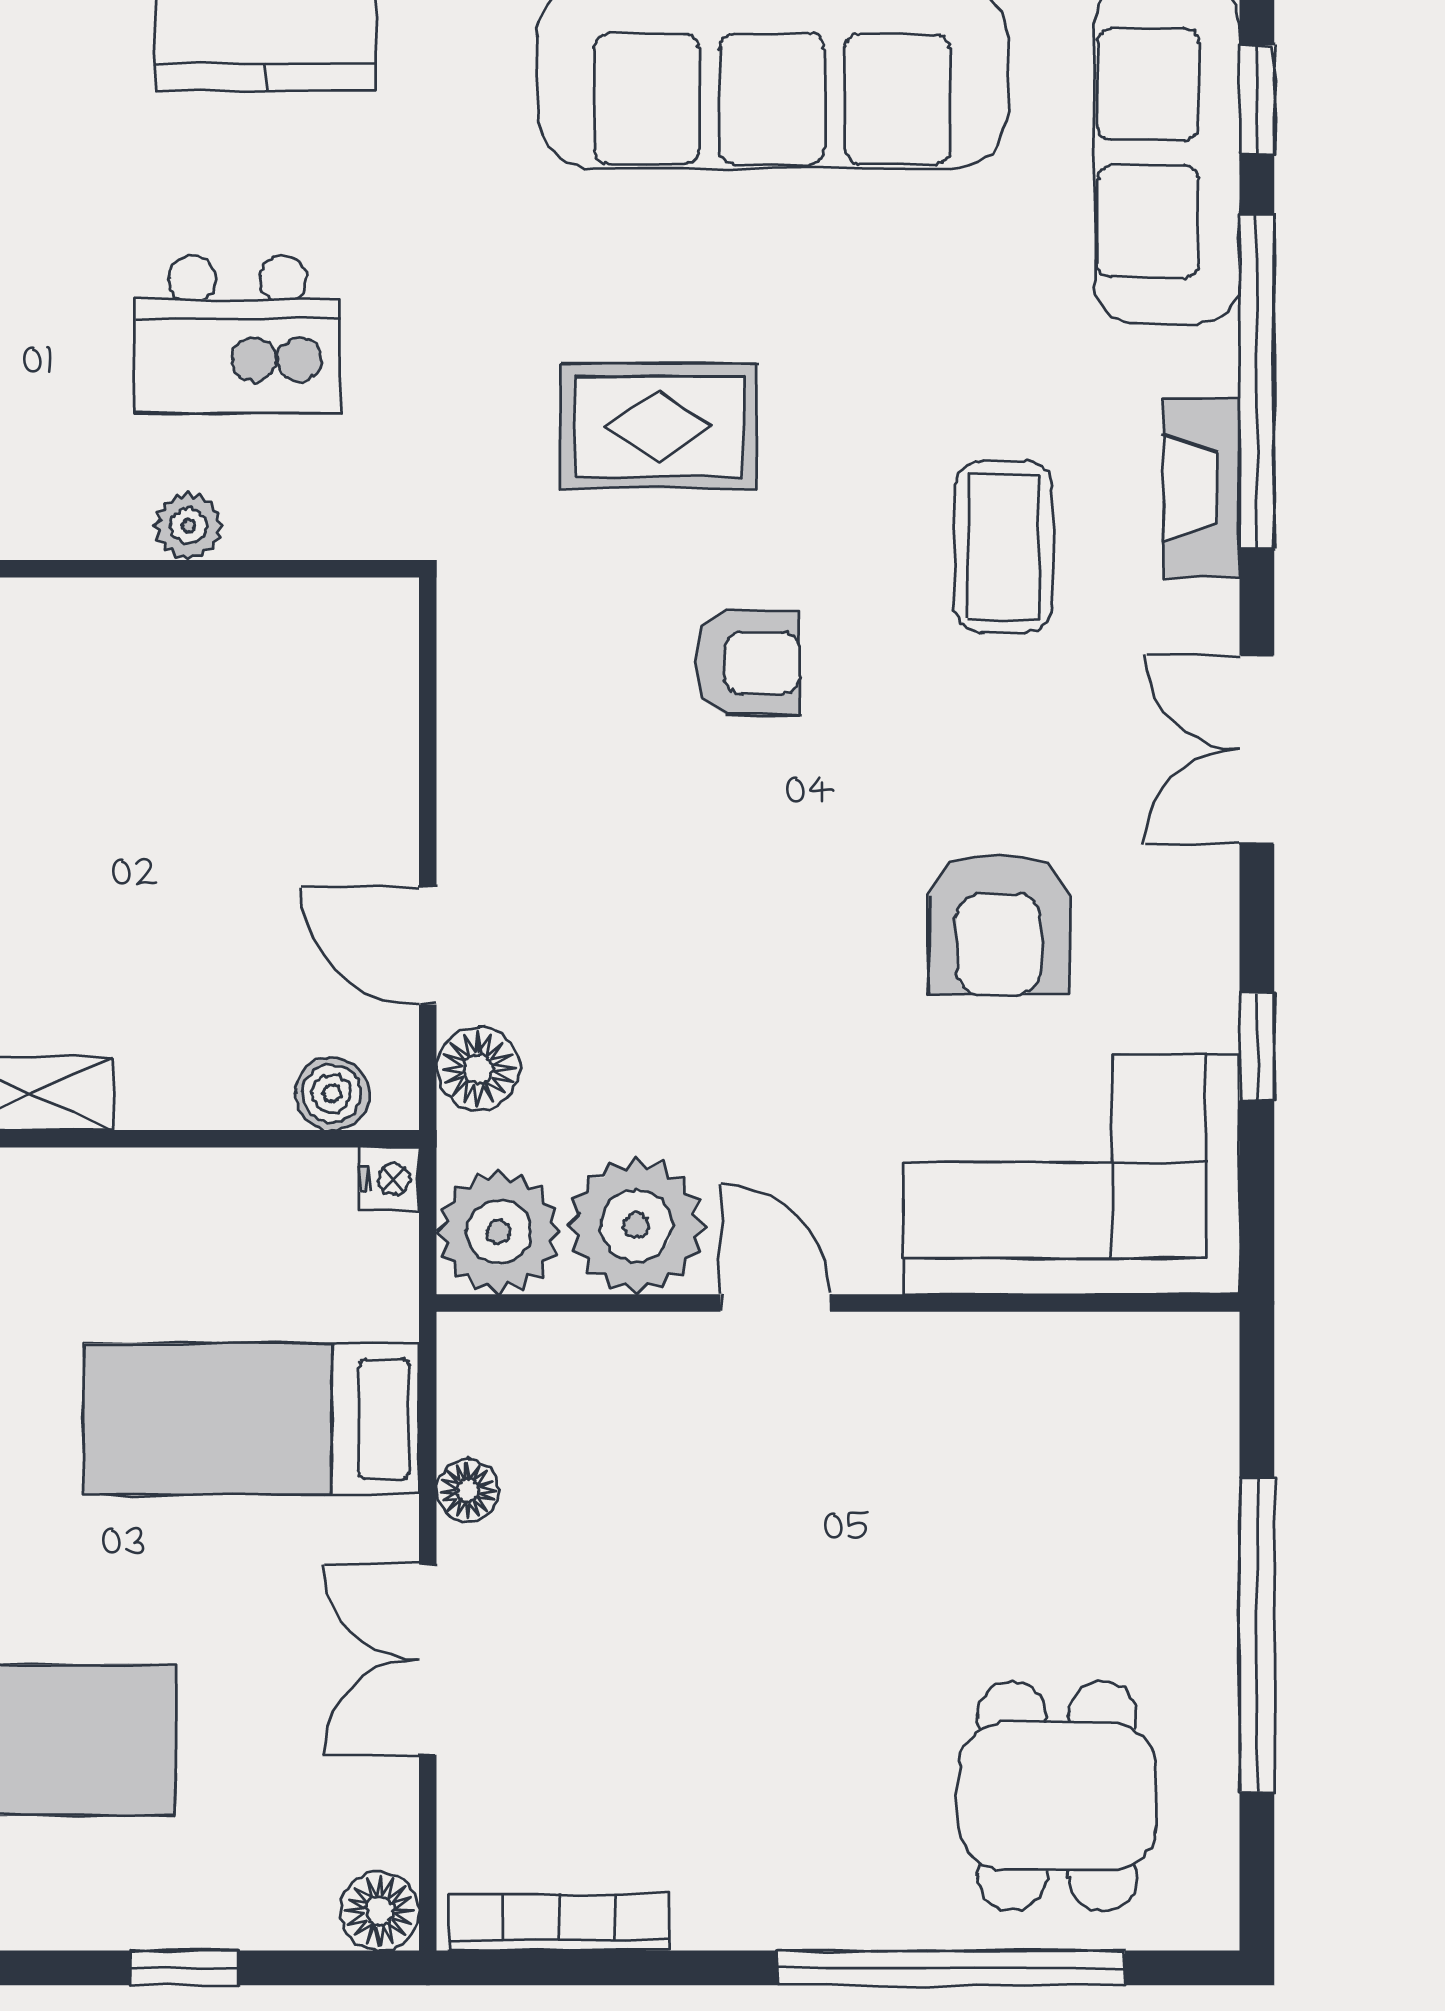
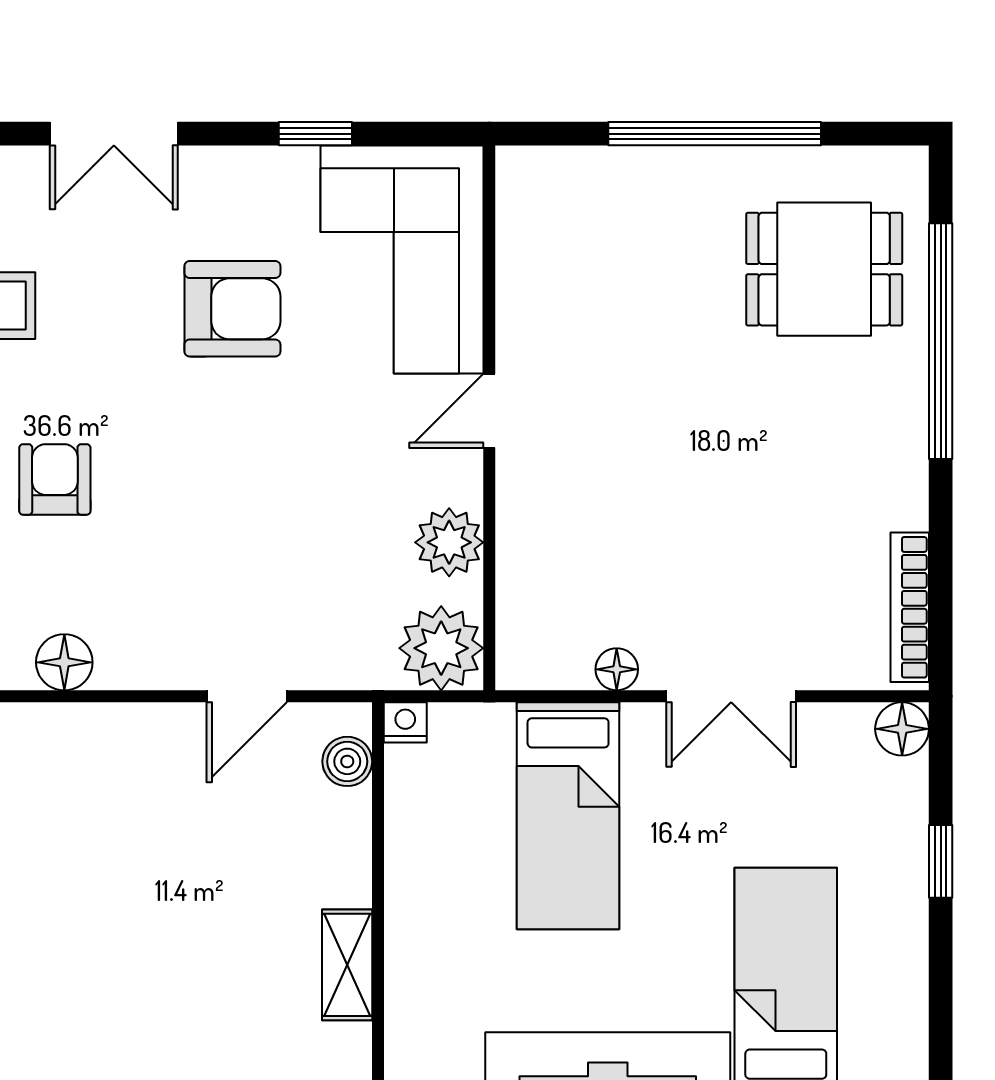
floor lamp: (478, 1069) -> (64, 662), moved
plant: (636, 1226) -> (449, 542), width x0.73, depth x0.73
door: (775, 1303) -> (489, 411), moved

